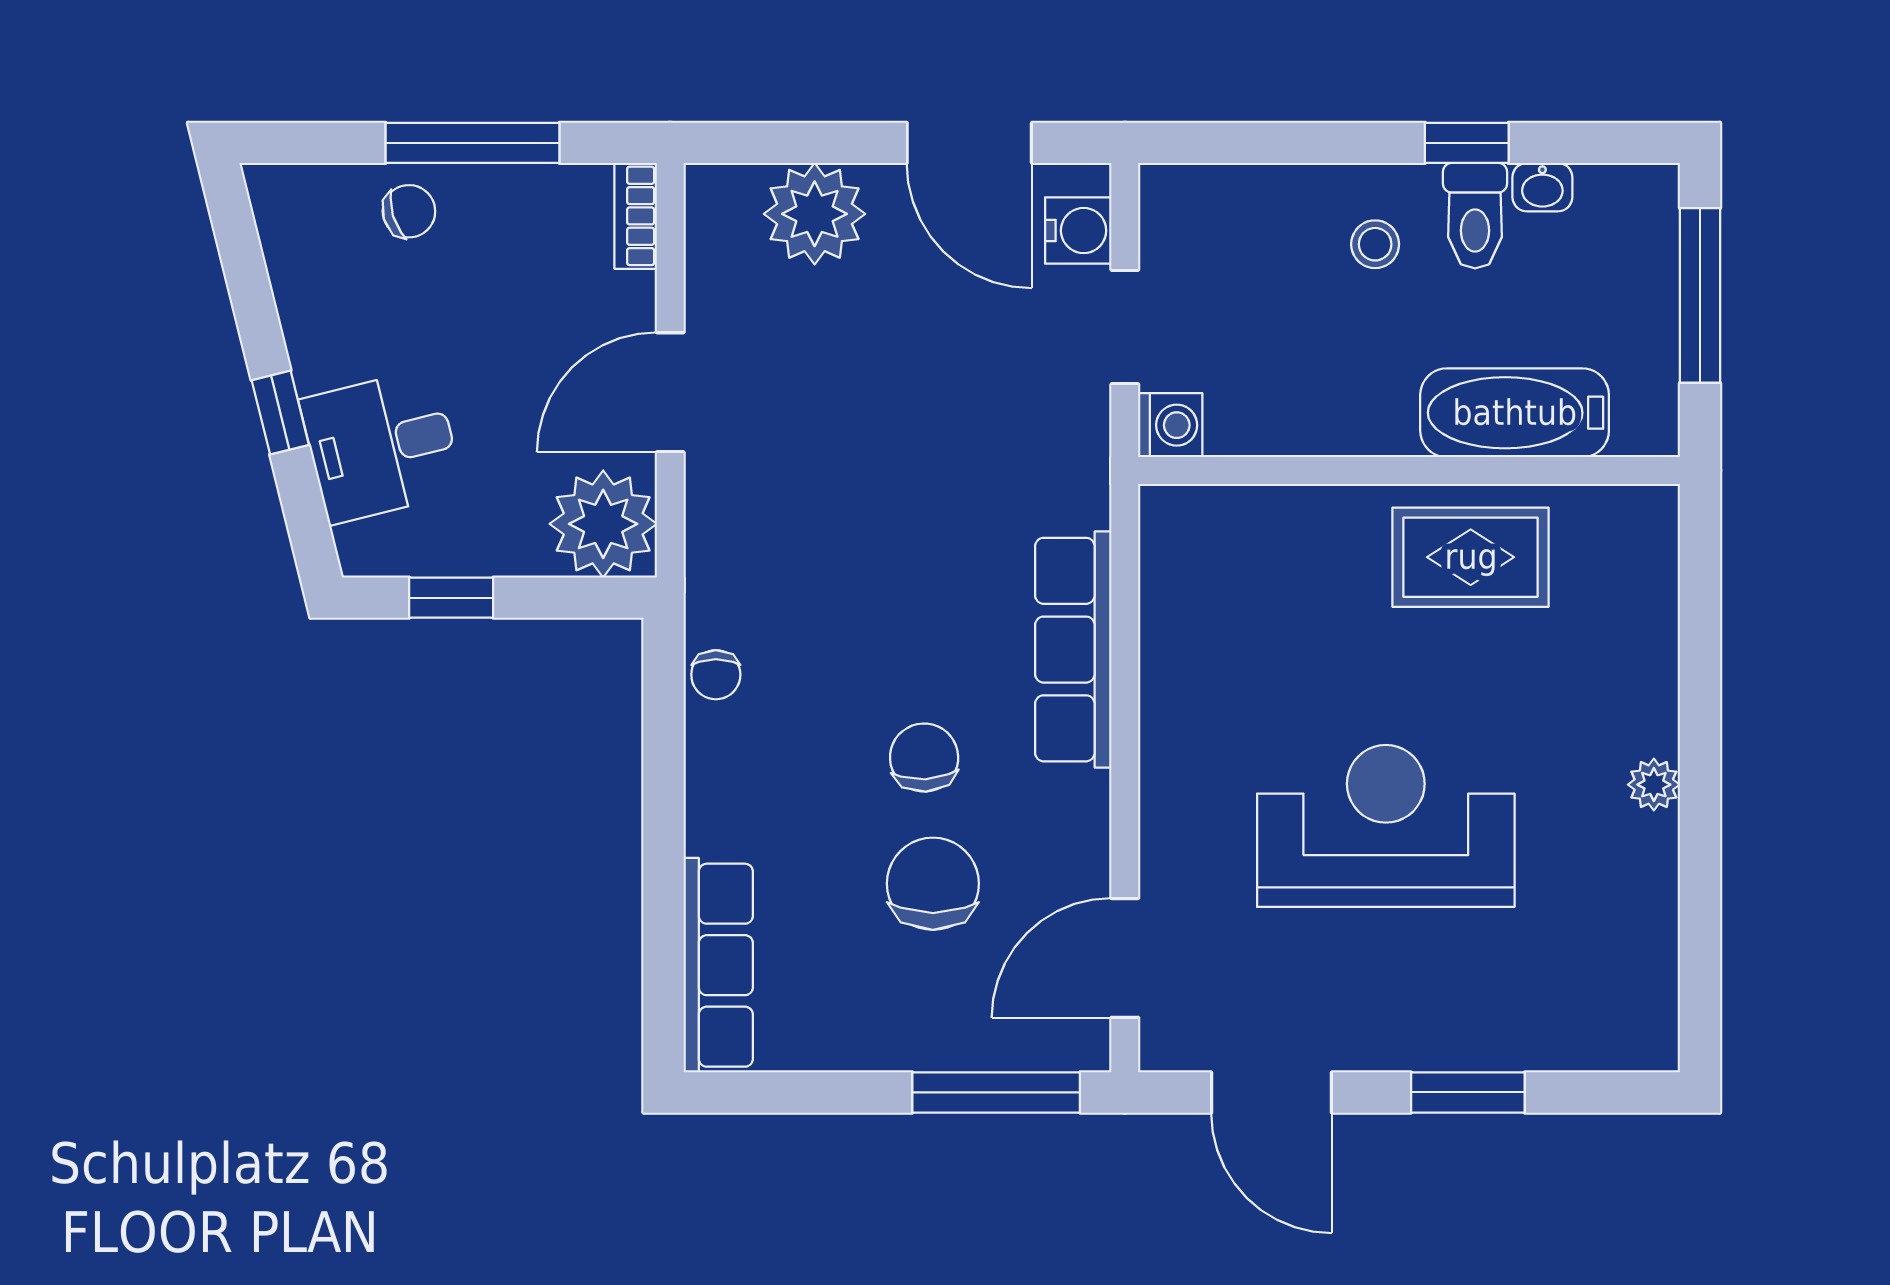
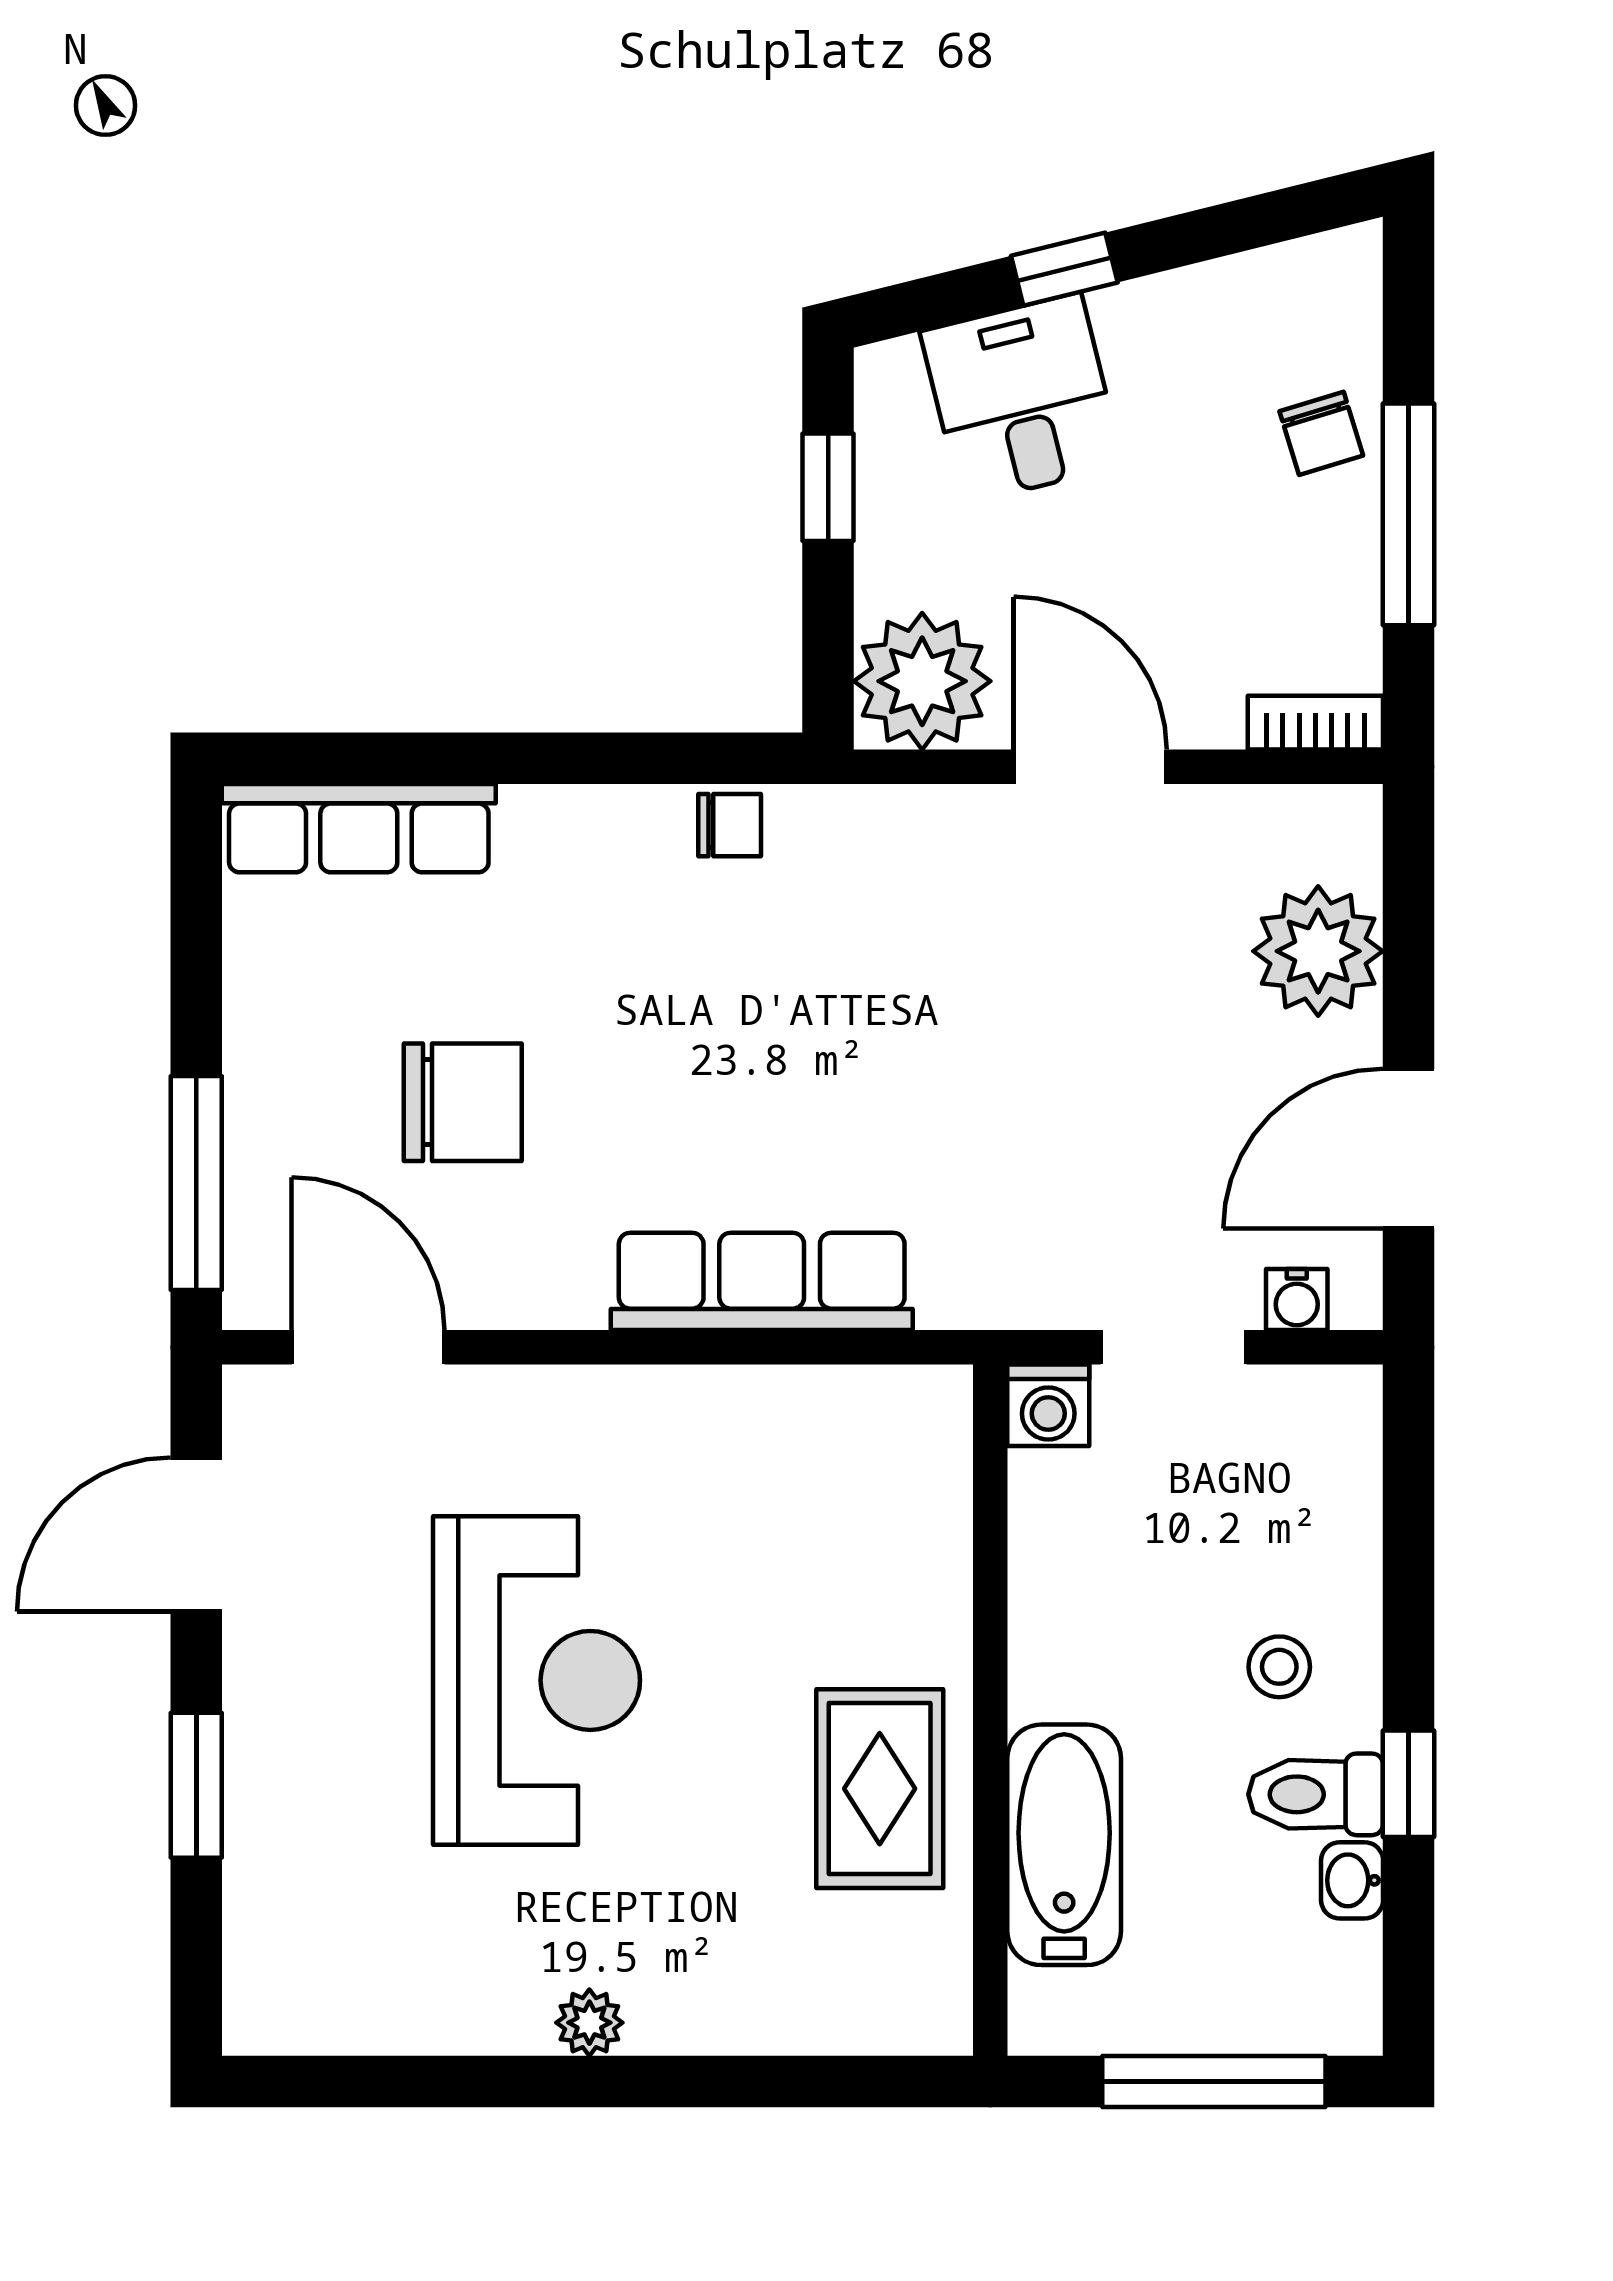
water cooler: (1078, 231) -> (1297, 1300), width x0.72, depth x0.72
chair: (716, 675) -> (730, 825), turned 180
chair: (924, 758) -> (624, 1091), removed

